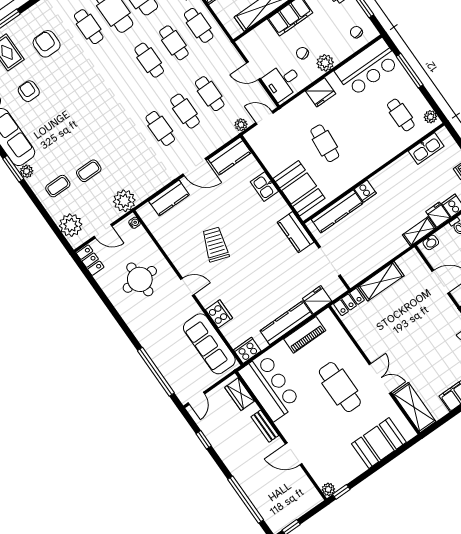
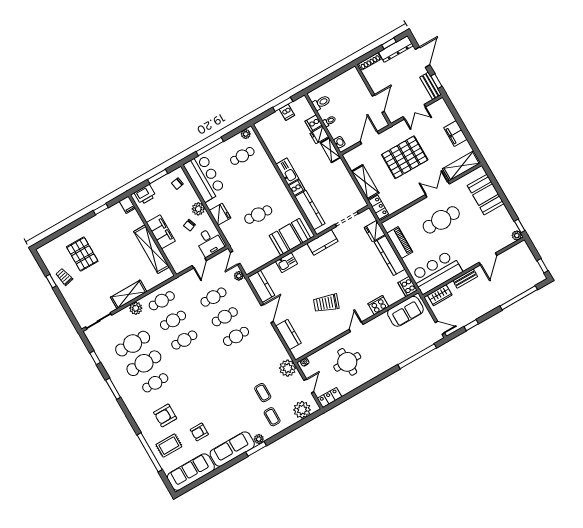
kitchen sink: (426, 149) -> (287, 171), moved
pallet: (419, 331) -> (405, 157), added
sofa: (209, 344) -> (405, 311), width x0.73

